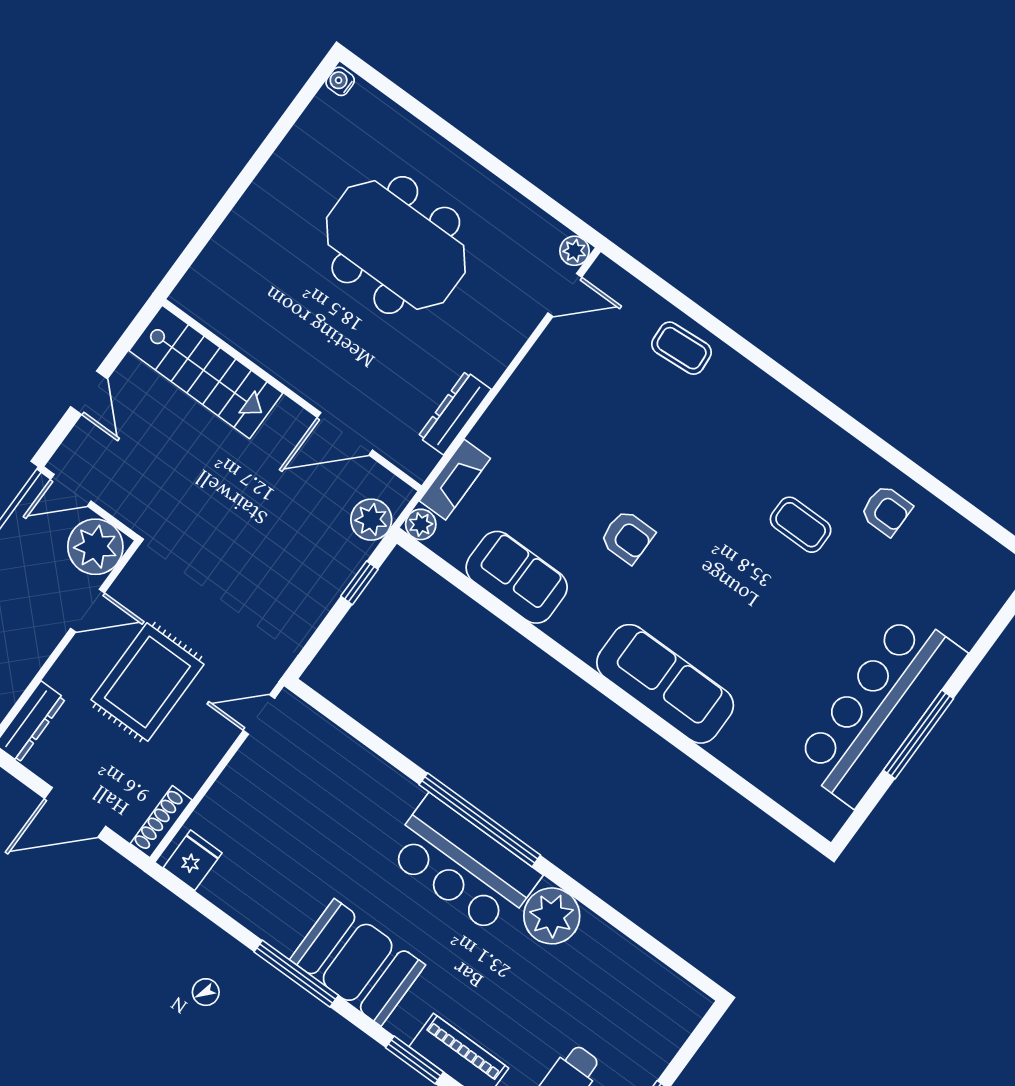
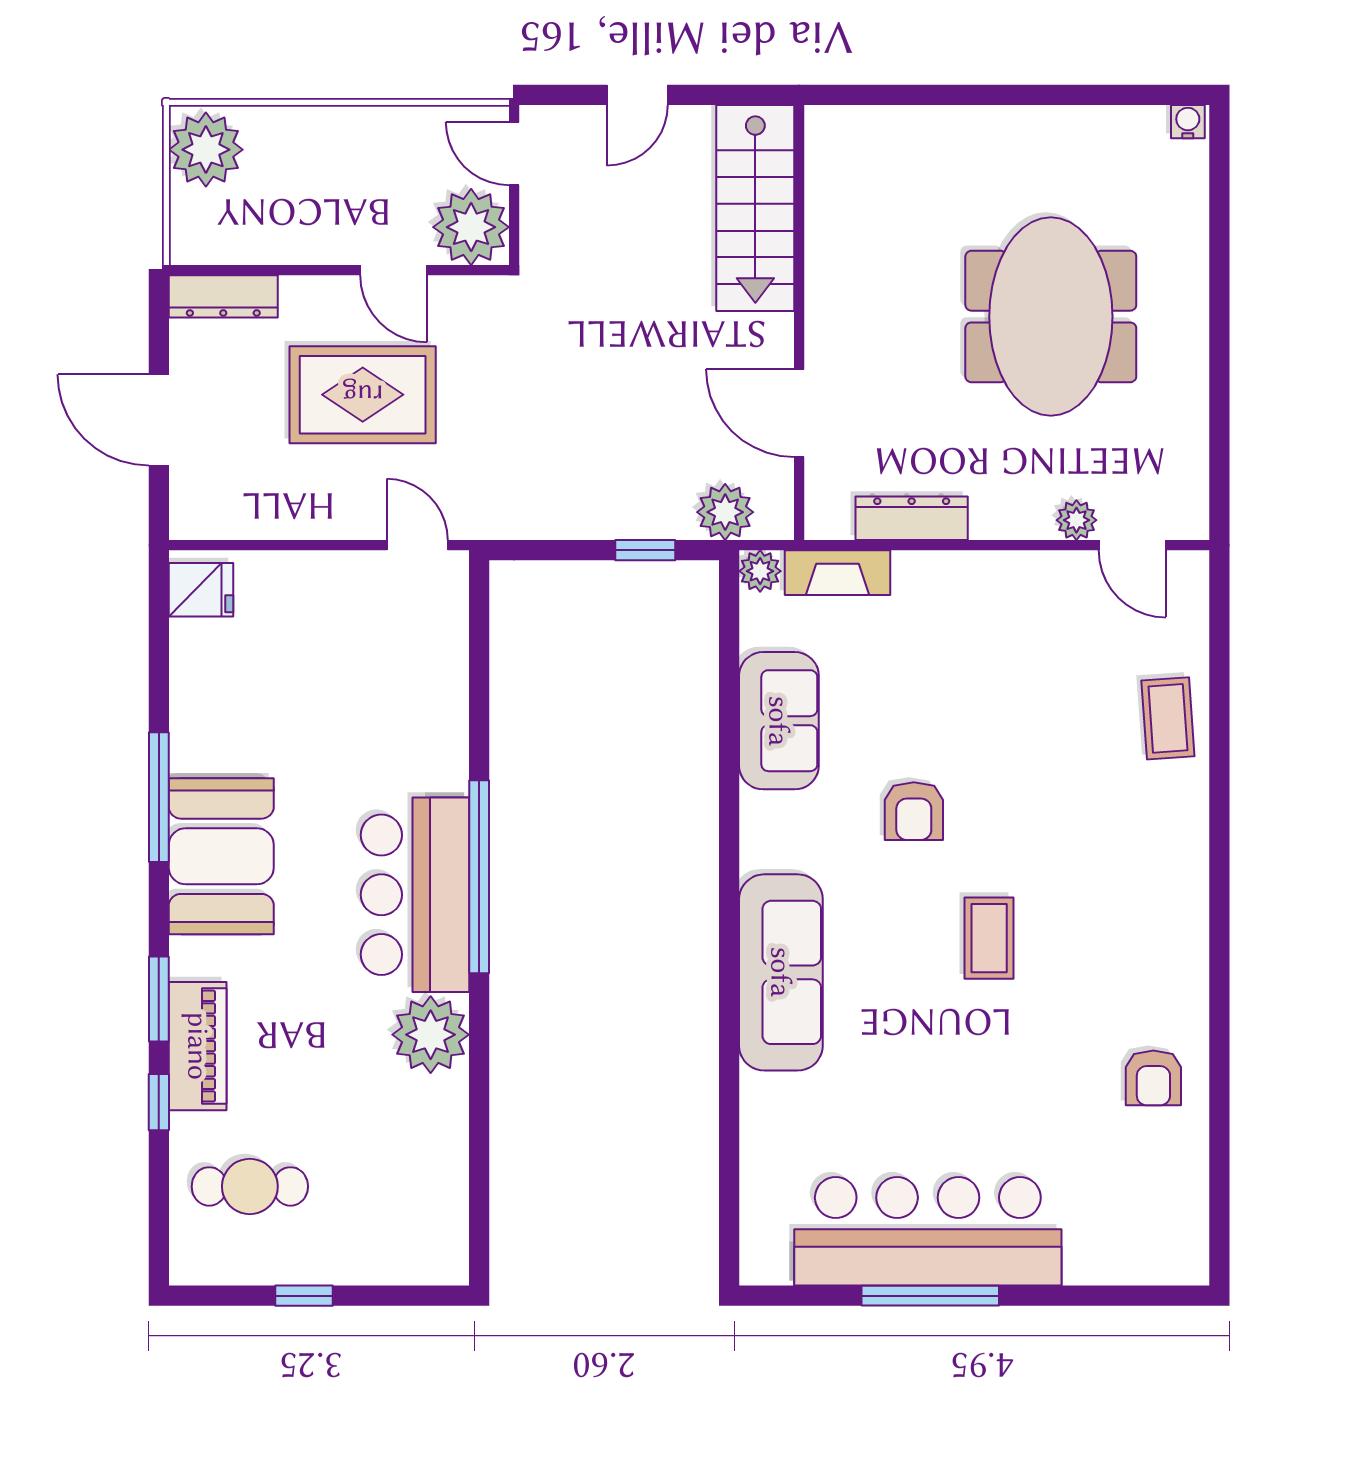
plant: (574, 251) -> (1076, 520), moved
coffee table: (801, 525) -> (989, 938), moved
shoe rack: (161, 822) -> (218, 523), removed

